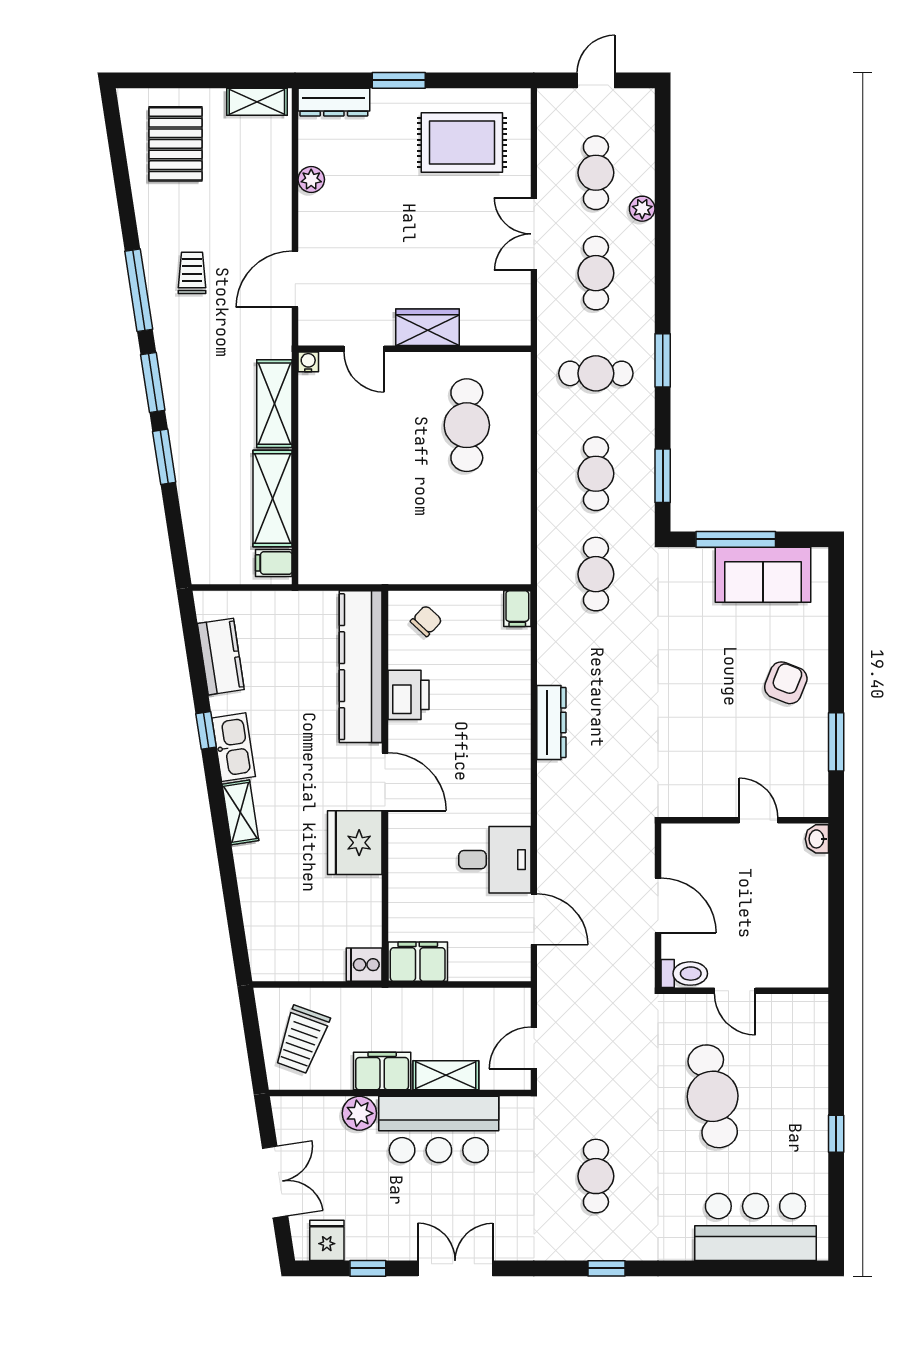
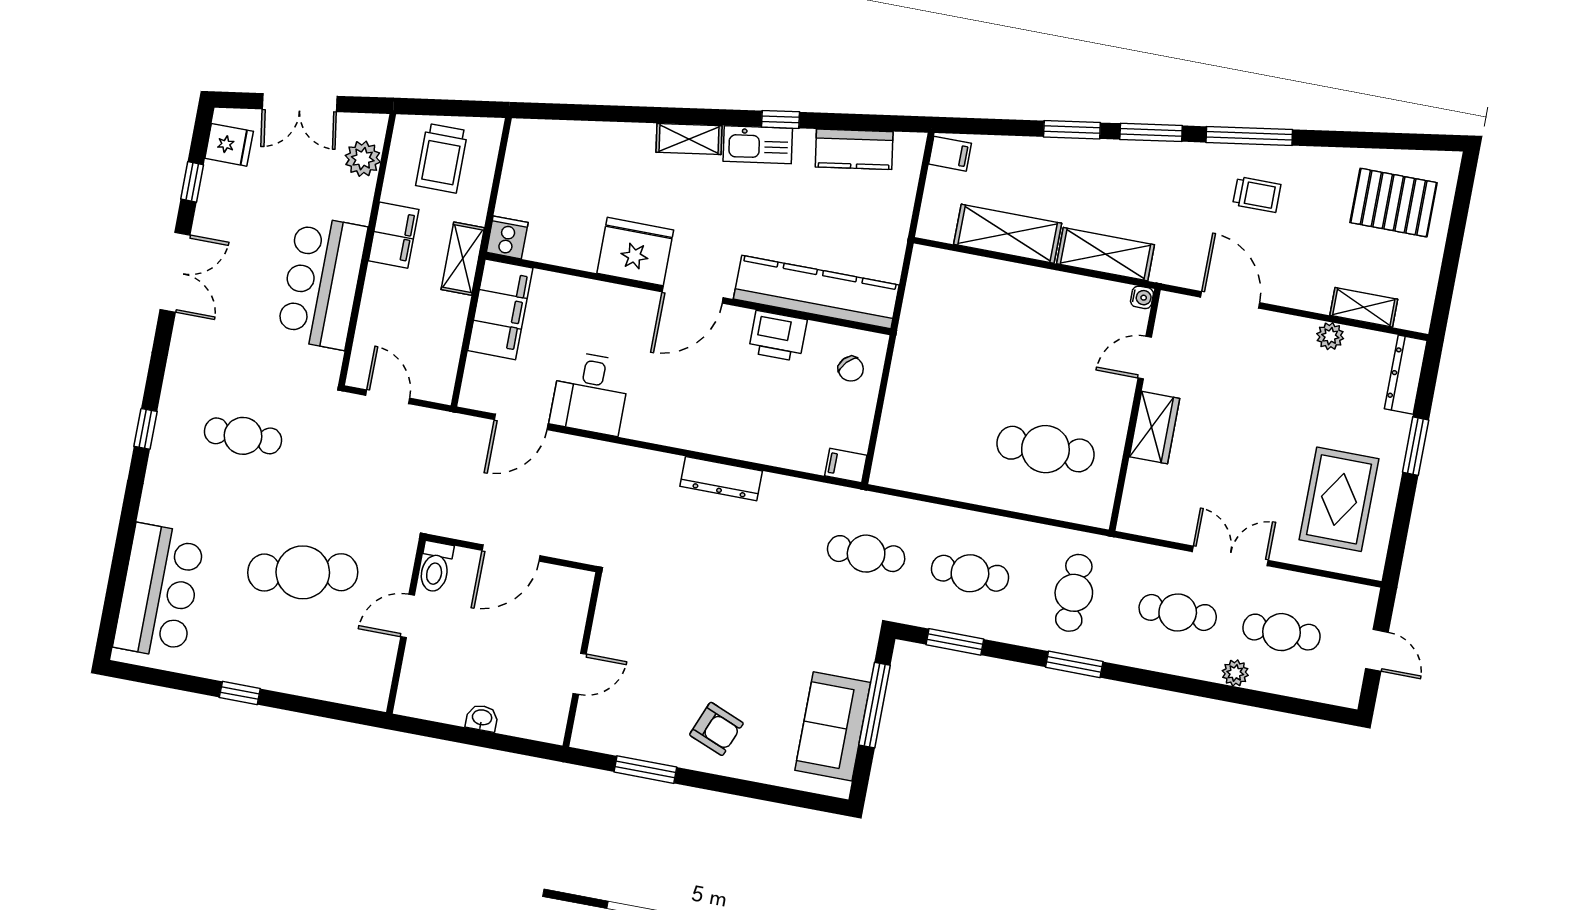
shelving: (257, 102) -> (1364, 307), moved, turned 90
filing cabinet: (274, 563) -> (950, 154), moved, turned 90
washbasin: (817, 839) -> (482, 718), moved
filing cabinet: (418, 962) -> (500, 309), width x1.50, depth x1.17
trolley: (302, 1040) -> (442, 158), turned -110
shelving: (446, 1075) -> (463, 259), moved
plant: (359, 1113) -> (363, 159), moved

